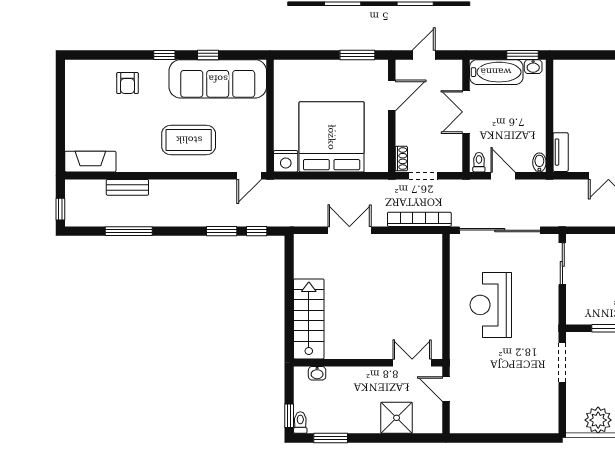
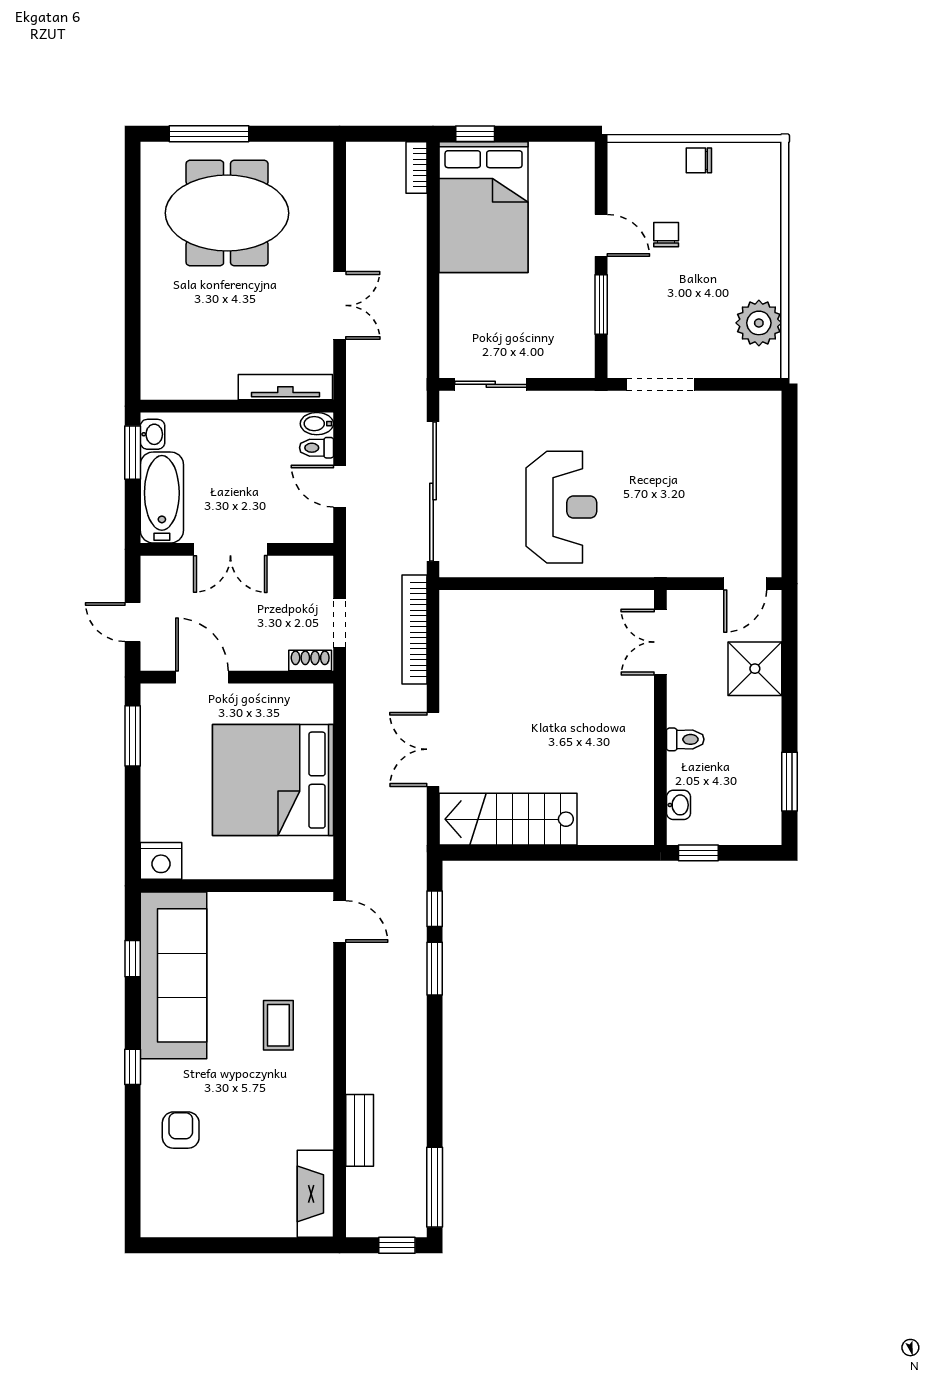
window: (208, 55) -> (133, 959), moved
armchair: (128, 83) -> (181, 1130), turned -90
coffee table: (189, 140) -> (278, 1025), width x0.54, depth x0.58
tv unit: (561, 152) -> (285, 387), width x1.41
nightstand: (286, 161) -> (161, 861), moved, turned 90
toilet: (479, 162) -> (316, 448), moved
door: (503, 176) -> (340, 486), hinge flipped
window: (129, 231) -> (435, 1187), moved
reception desk: (491, 305) -> (561, 507), turned -90
stairs: (309, 319) -> (508, 819), moved
door: (446, 389) -> (745, 584), moved
window: (289, 416) -> (698, 853), moved
toilet: (300, 423) -> (685, 739), moved, turned 180

